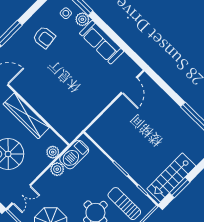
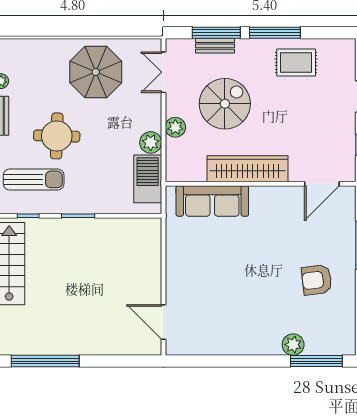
side table: (66, 13) -> (319, 333), removed
sofa: (102, 42) -> (212, 201), moved, turned 180
plant: (53, 152) -> (175, 127), moved

